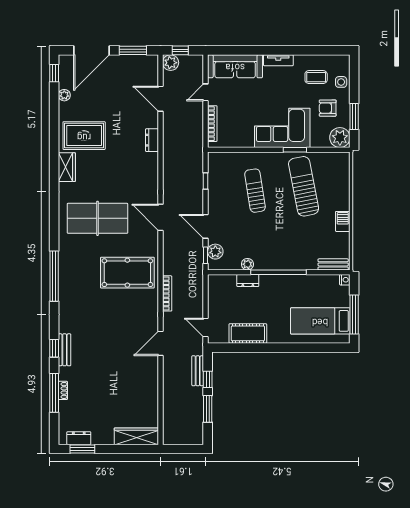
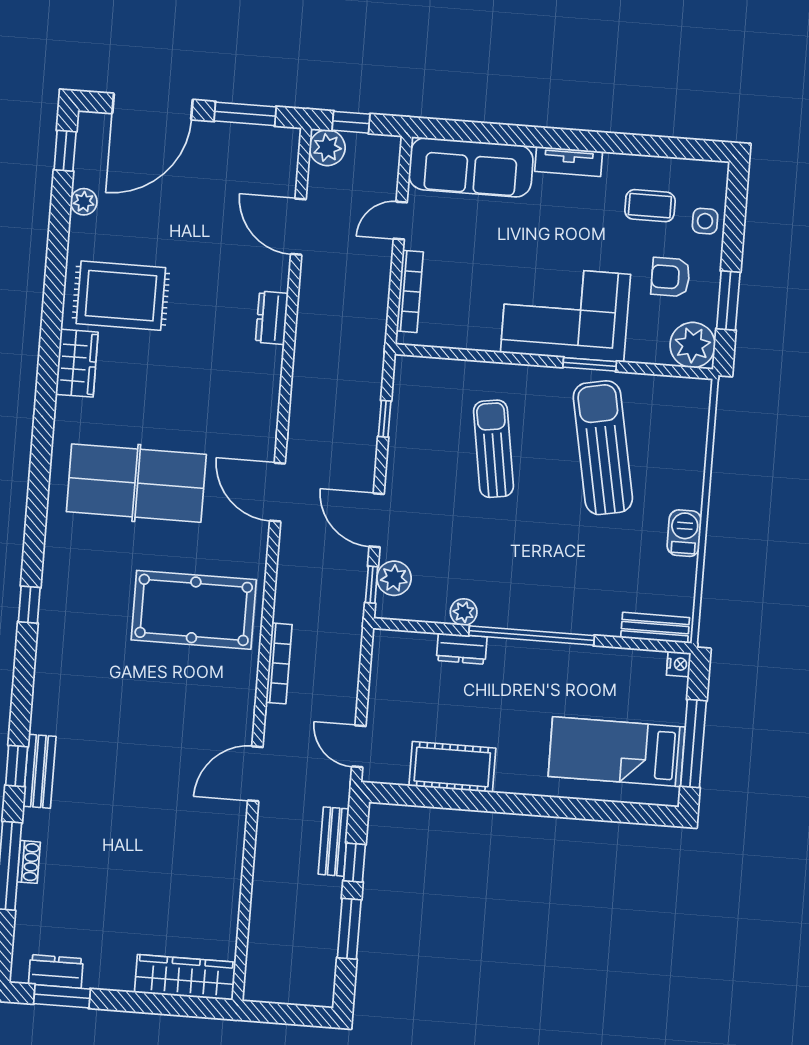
window: (54, 276) -> (29, 605), width x0.32

